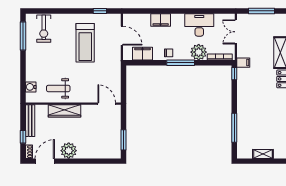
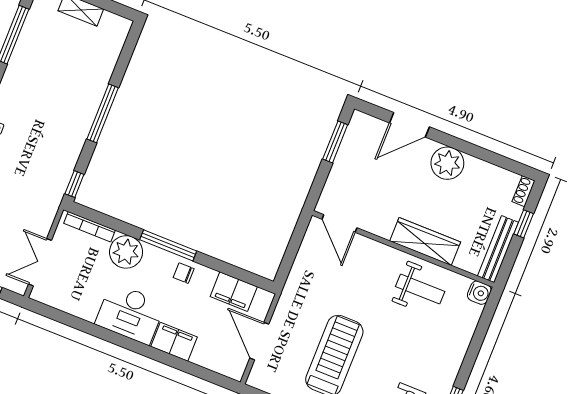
desk: (199, 25) -> (130, 314), moved
double door: (236, 32) -> (40, 262), swing flipped
filing cabinet: (243, 63) -> (49, 198), removed
water cooler: (31, 87) -> (479, 293), moved
window: (234, 128) -> (103, 113), moved
door: (45, 161) -> (409, 125), moved

